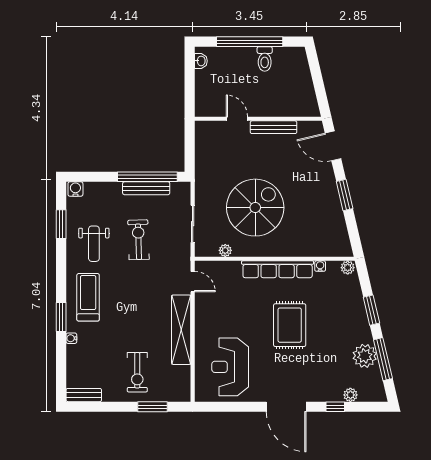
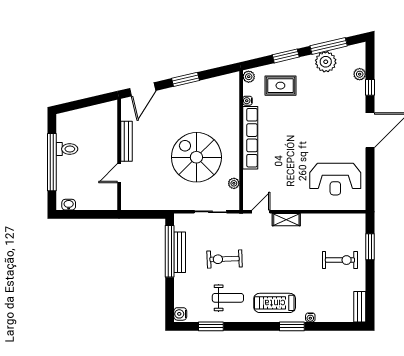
rug: (290, 325) -> (280, 86), moved, width x0.73, depth x0.70
shelving: (181, 330) -> (286, 220), width x0.45, depth x0.75

